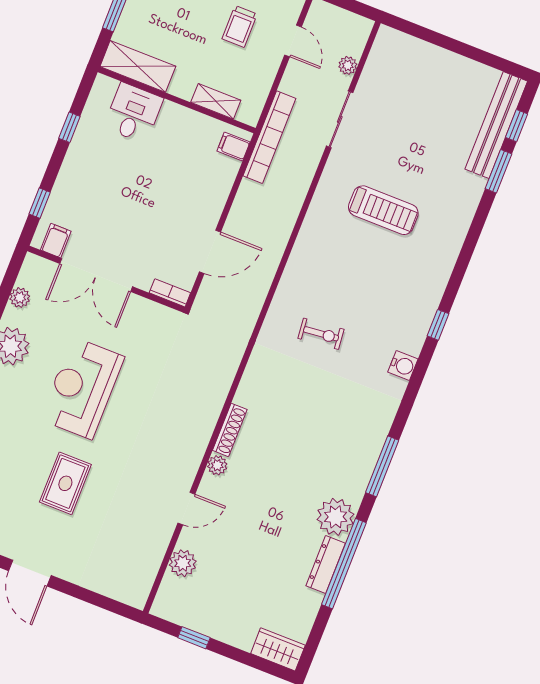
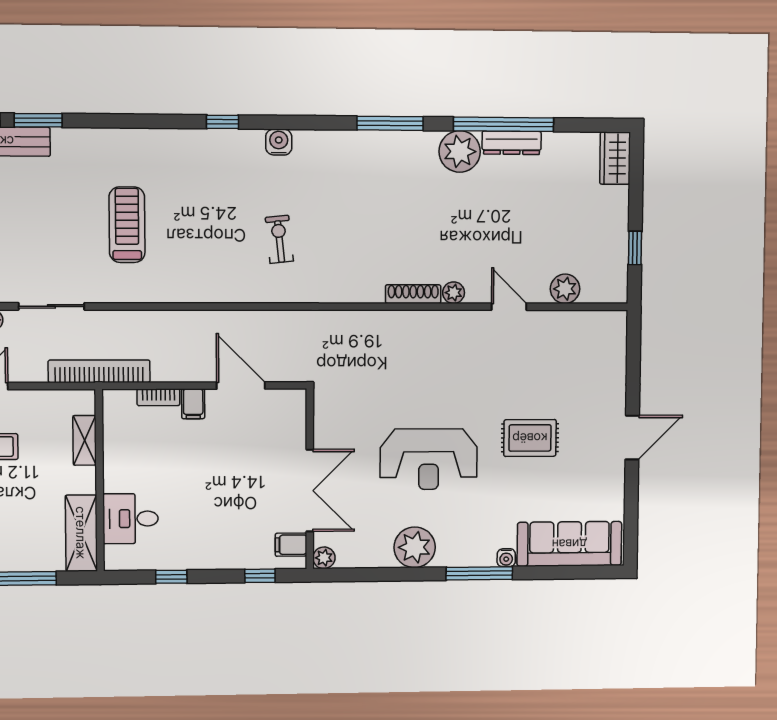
filing cabinet: (233, 146) -> (193, 404), moved
bookcase: (170, 293) -> (158, 397), moved, turned -90
plant: (20, 298) -> (324, 558), moved

